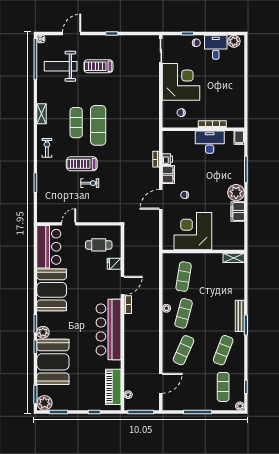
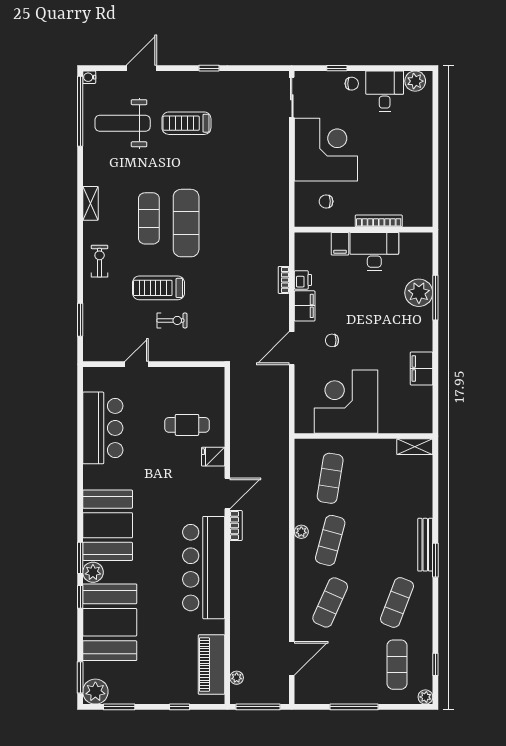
filing cabinet: (239, 138) -> (340, 244), moved
plant: (236, 193) -> (419, 293), moved
door: (69, 224) -> (137, 364), moved
wall: (79, 224) -> (154, 364), moved
booth: (52, 290) -> (108, 525), moved

